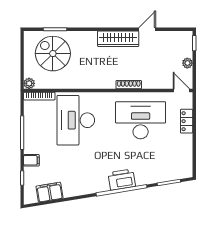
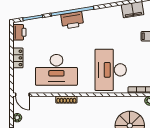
desk: (76, 120) -> (111, 70), turned 180
locker: (187, 121) -> (18, 58), moved
printer: (185, 165) -> (19, 32), added

